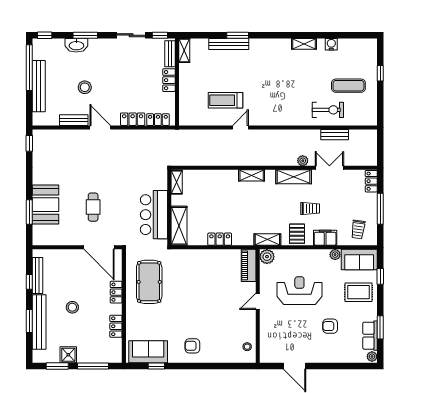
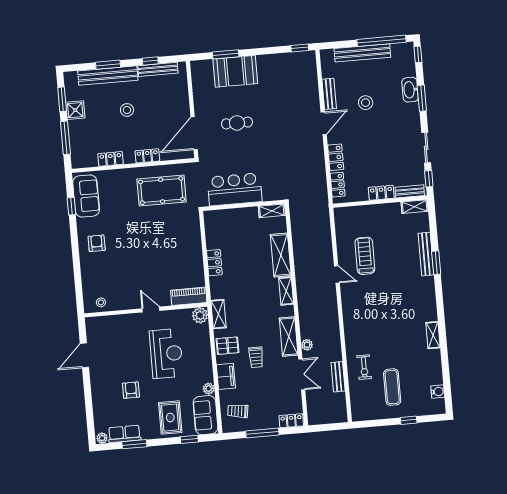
water cooler: (331, 44) -> (438, 392), moved
exercise bike: (328, 110) -> (364, 367), width x0.73, depth x0.72
shelving: (179, 226) -> (281, 255), moved, turned 90

